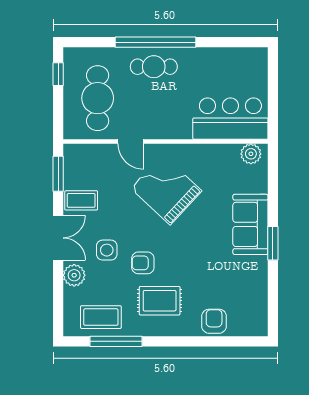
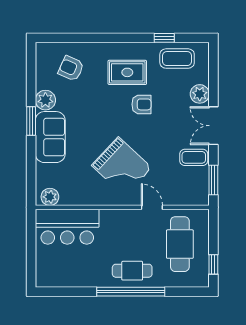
side table: (107, 250) -> (172, 115), removed
plant: (256, 268) -> (45, 100), added
armchair: (214, 321) -> (71, 68), moved, turned 114
window: (116, 341) -> (164, 38), width x0.46

